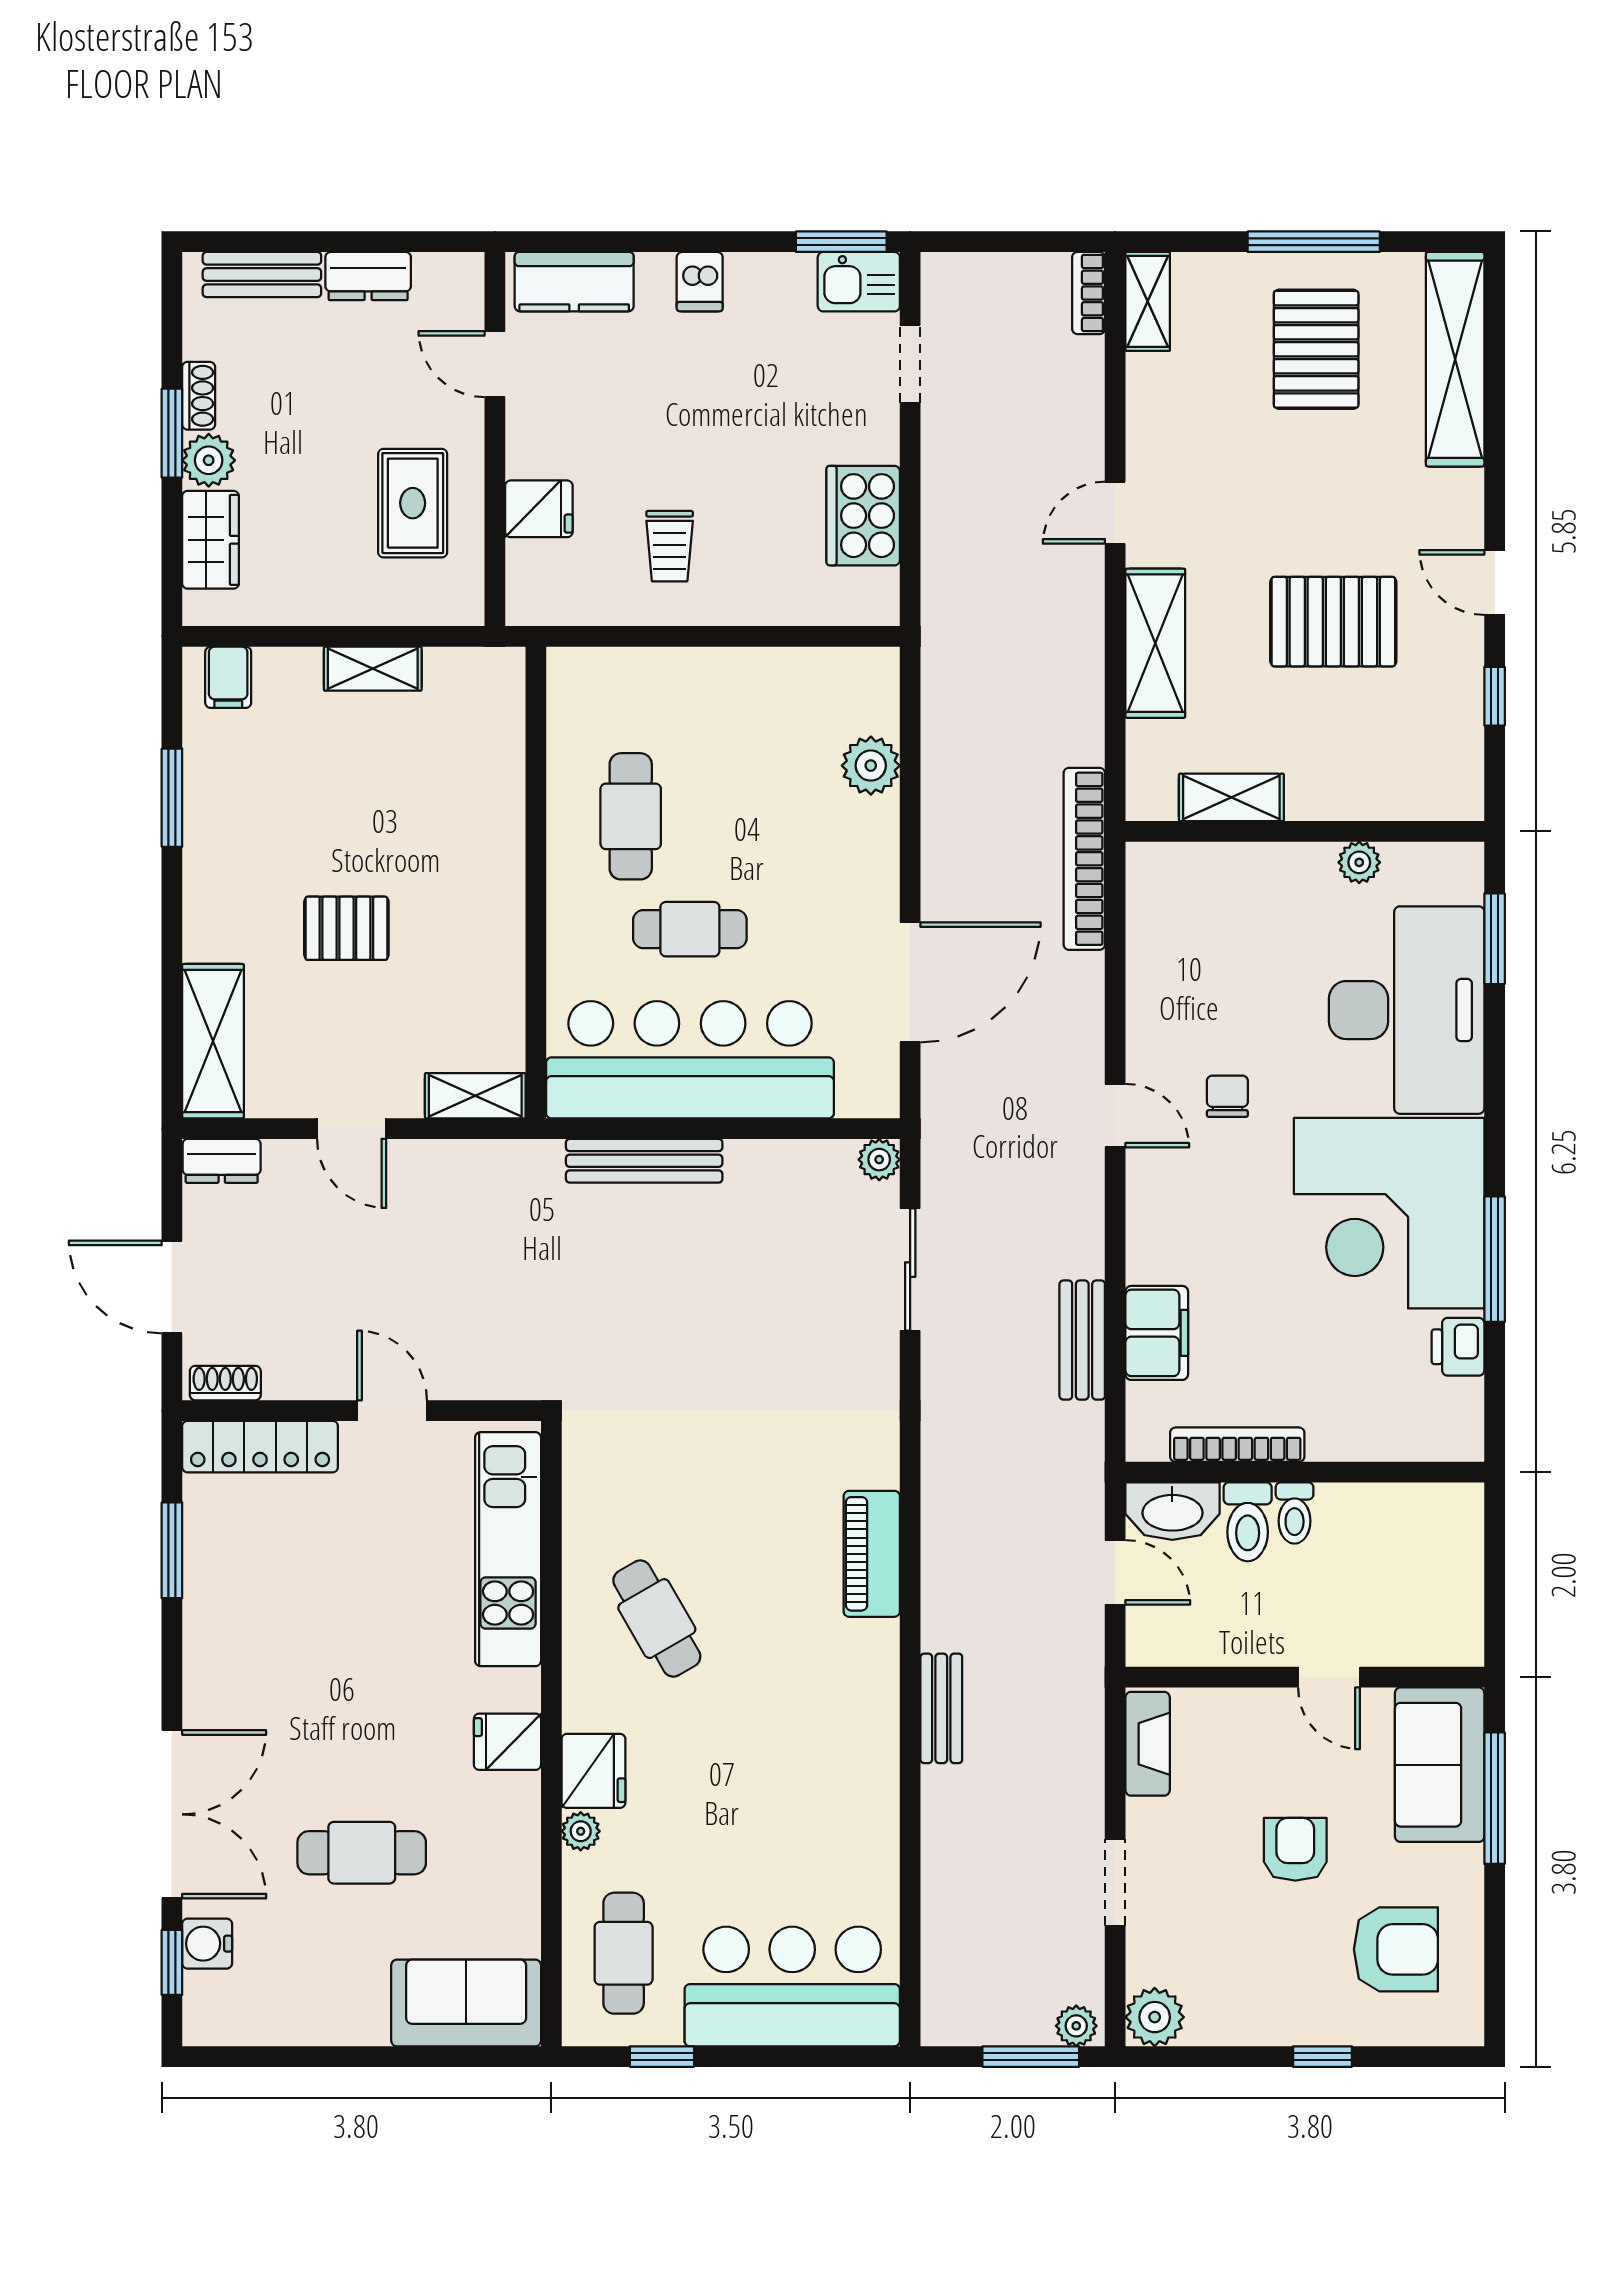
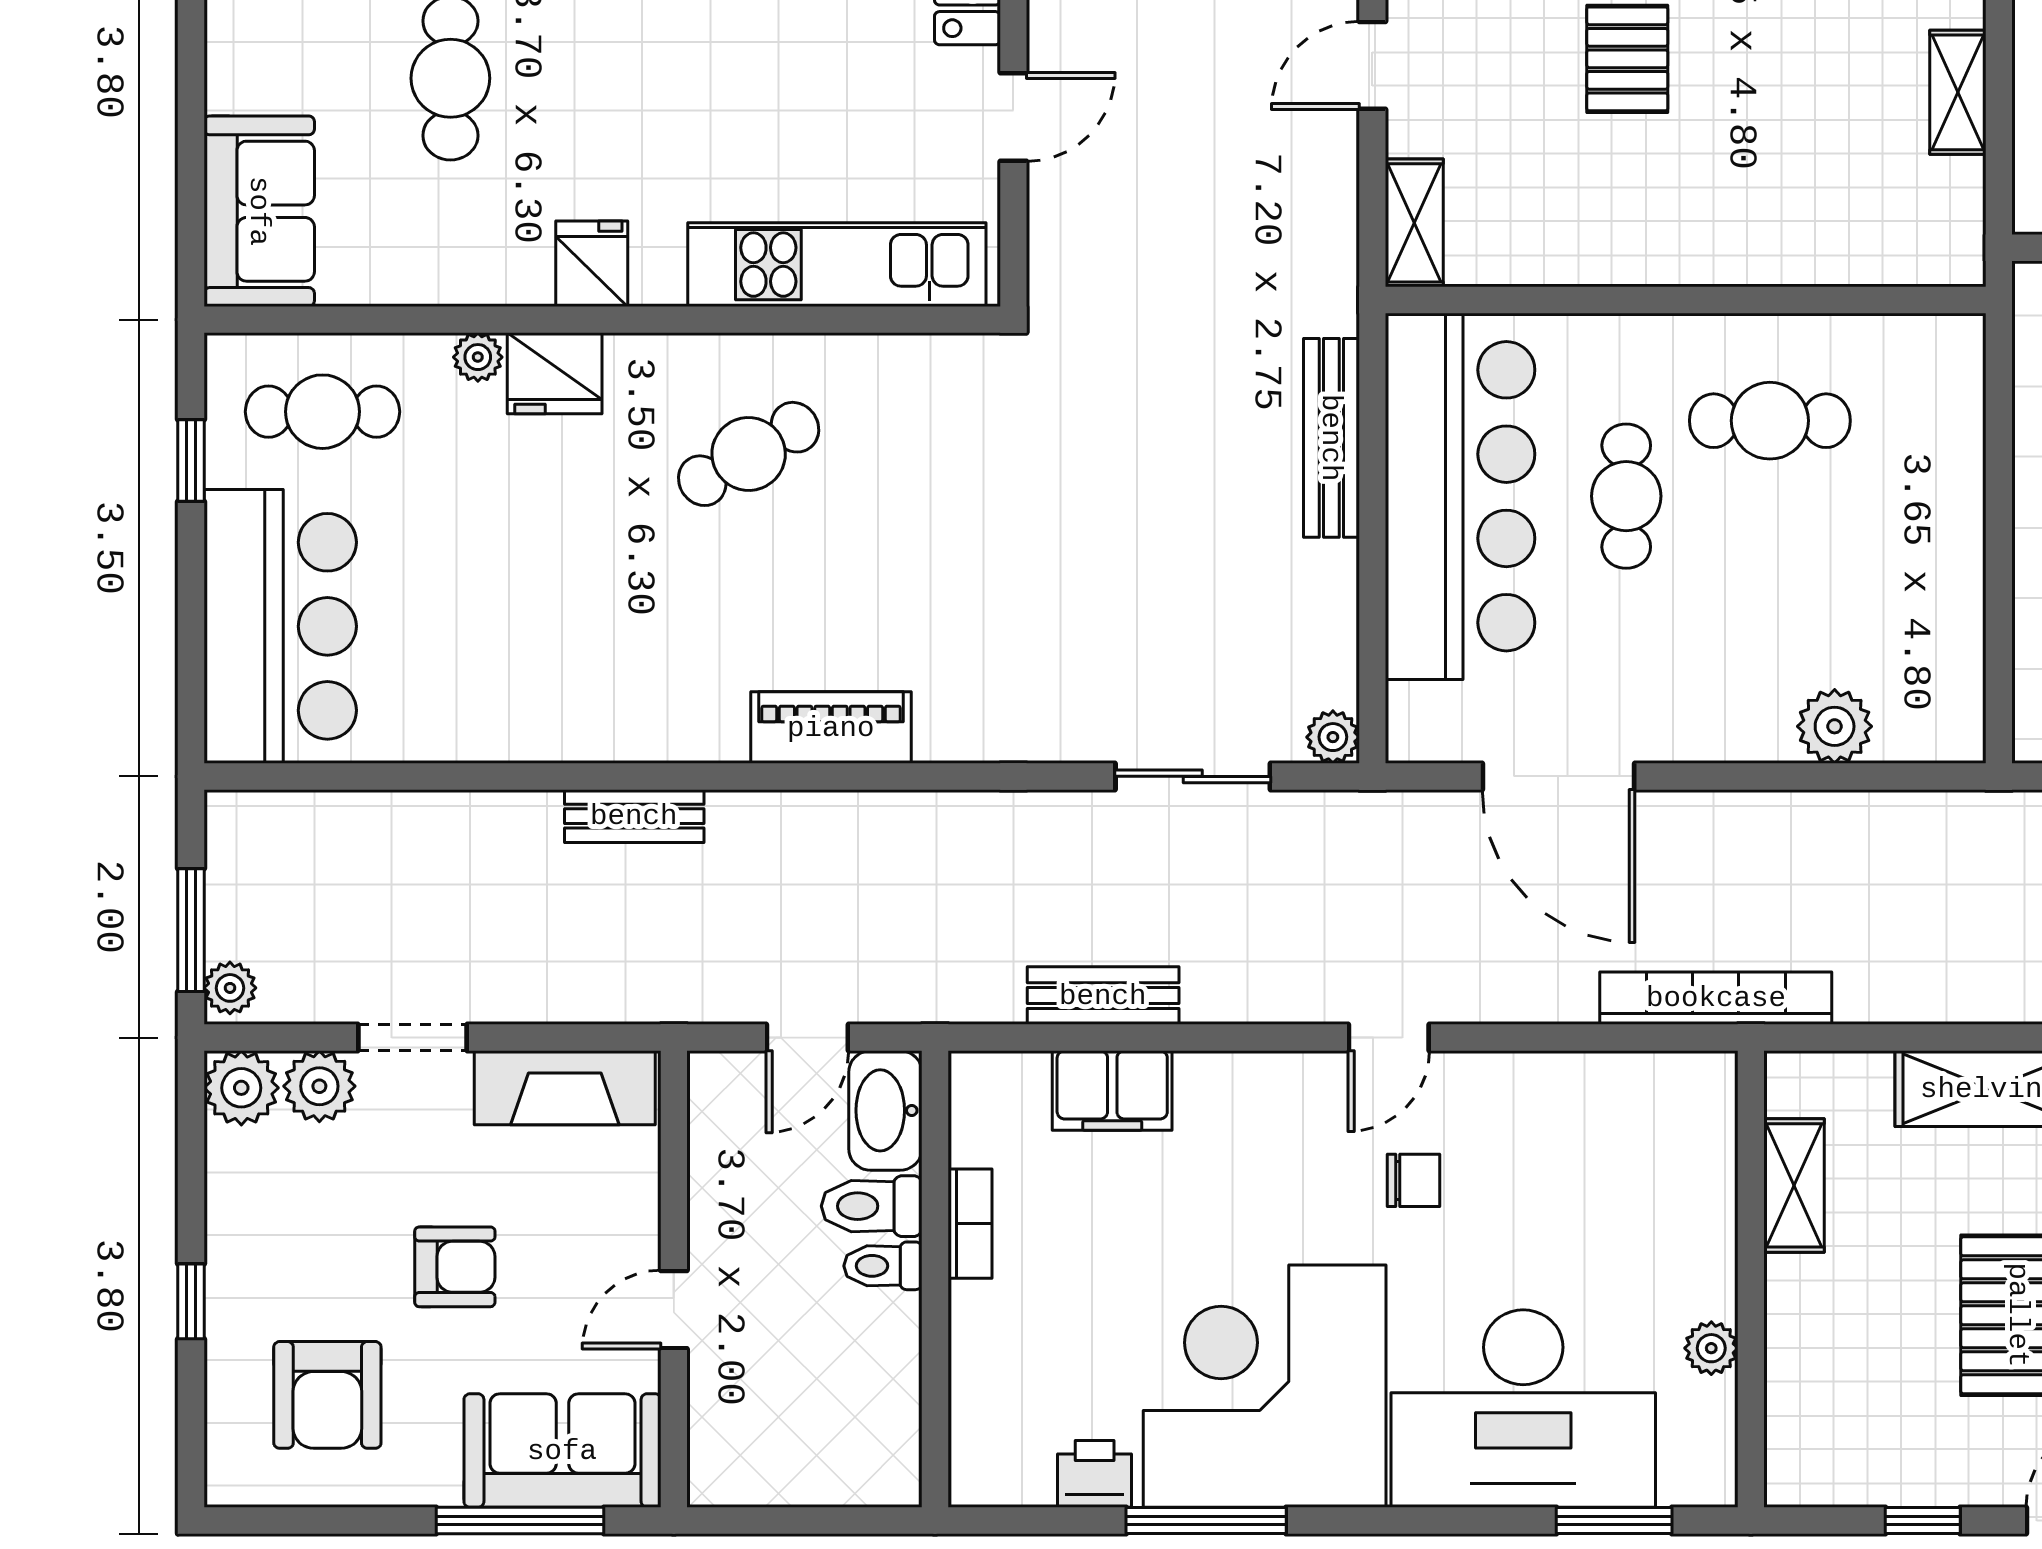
bookcase: (1237, 1445) -> (970, 1224), width x0.64
fireplace: (1148, 1744) -> (565, 1088), width x1.37, depth x1.32
plant: (1153, 1956) -> (319, 1086), added

